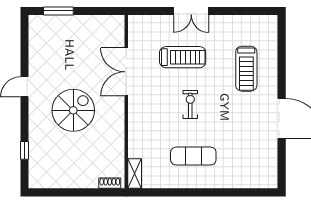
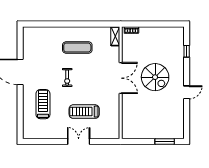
double door: (126, 72) -> (121, 78), moved
exercise bike: (190, 105) -> (67, 78), moved
spiral stairs: (73, 110) -> (155, 77), turned -90

